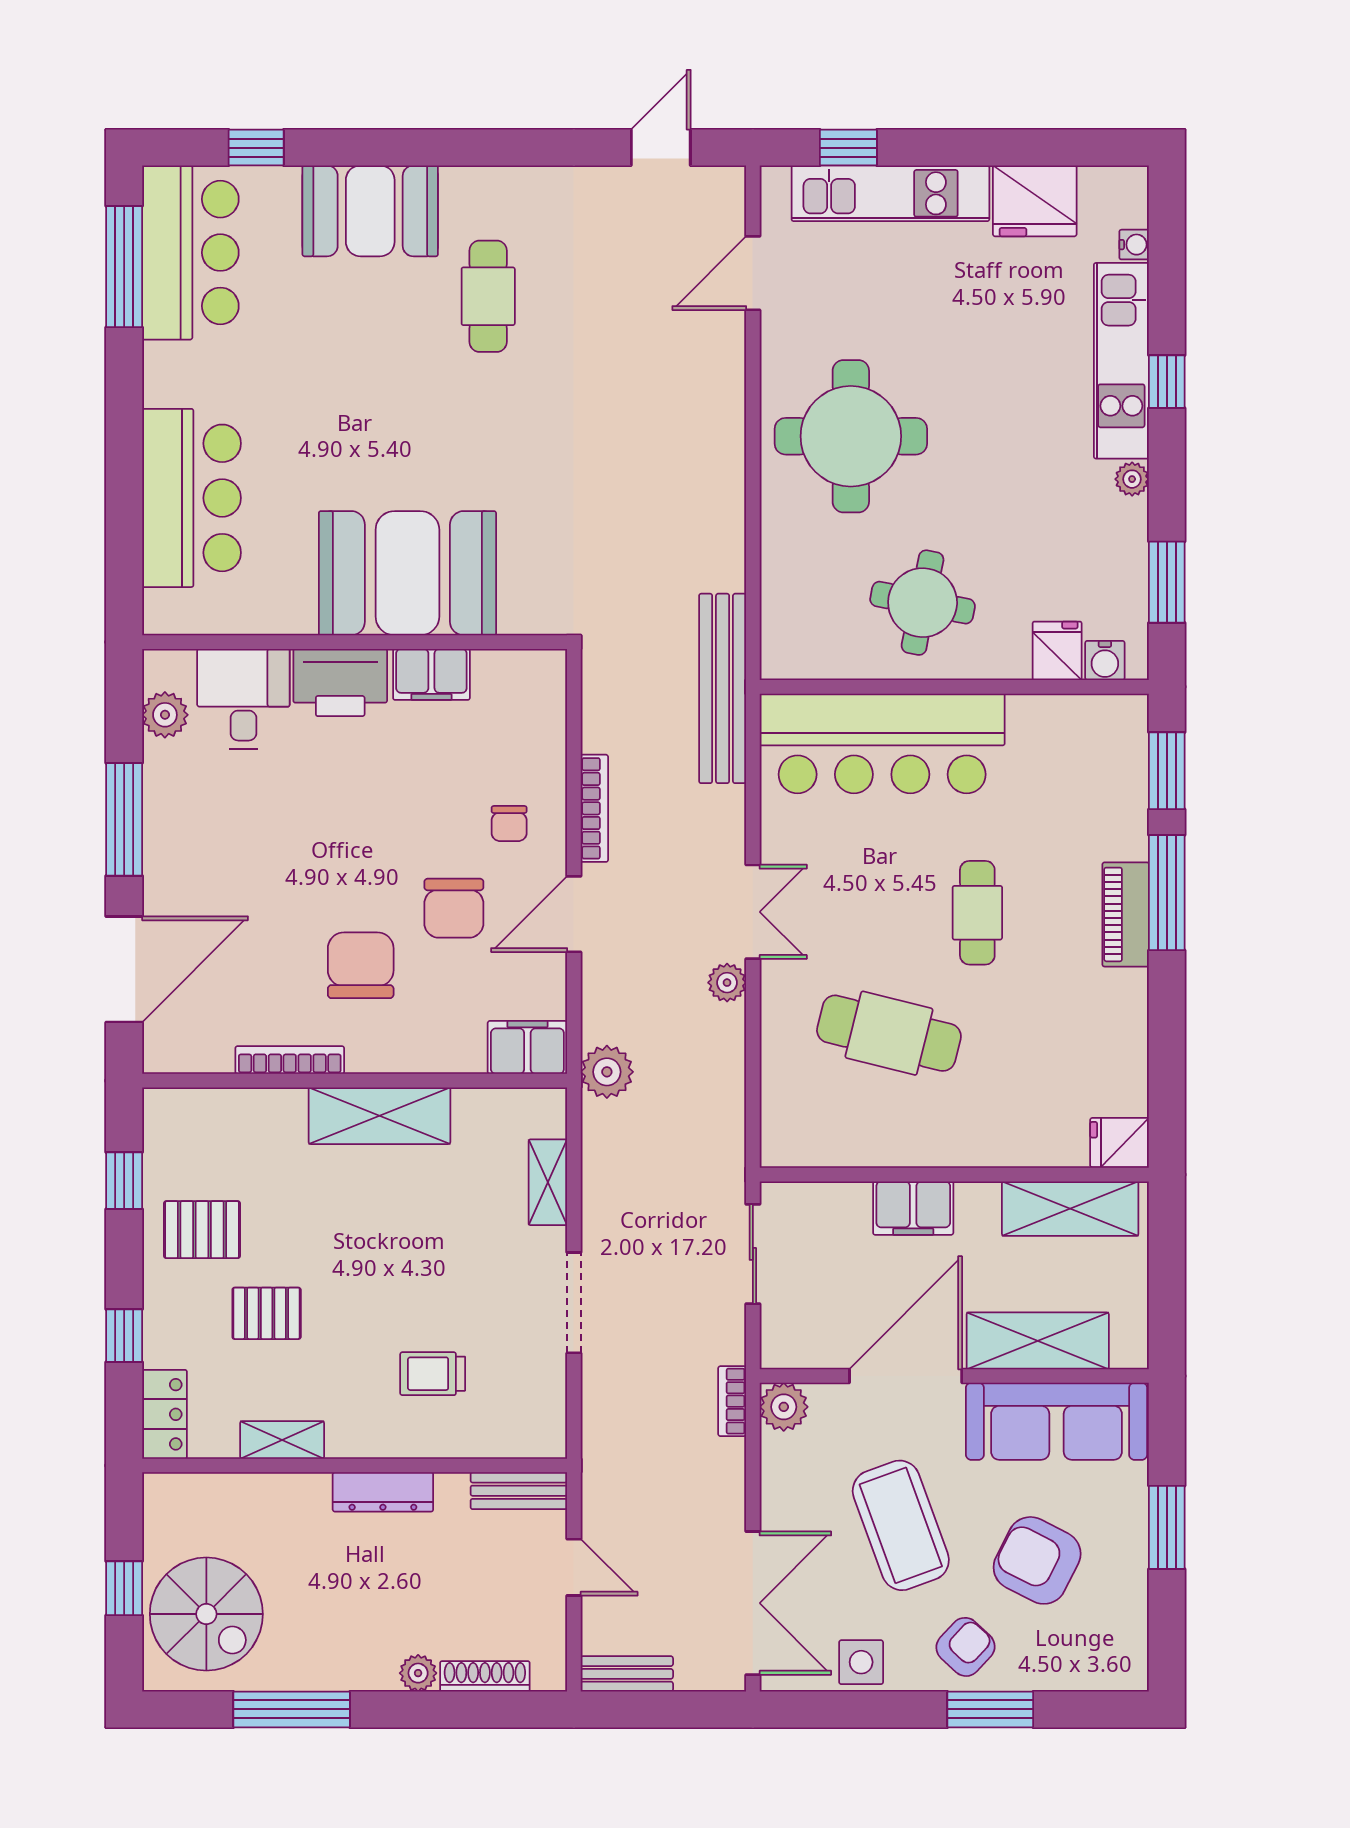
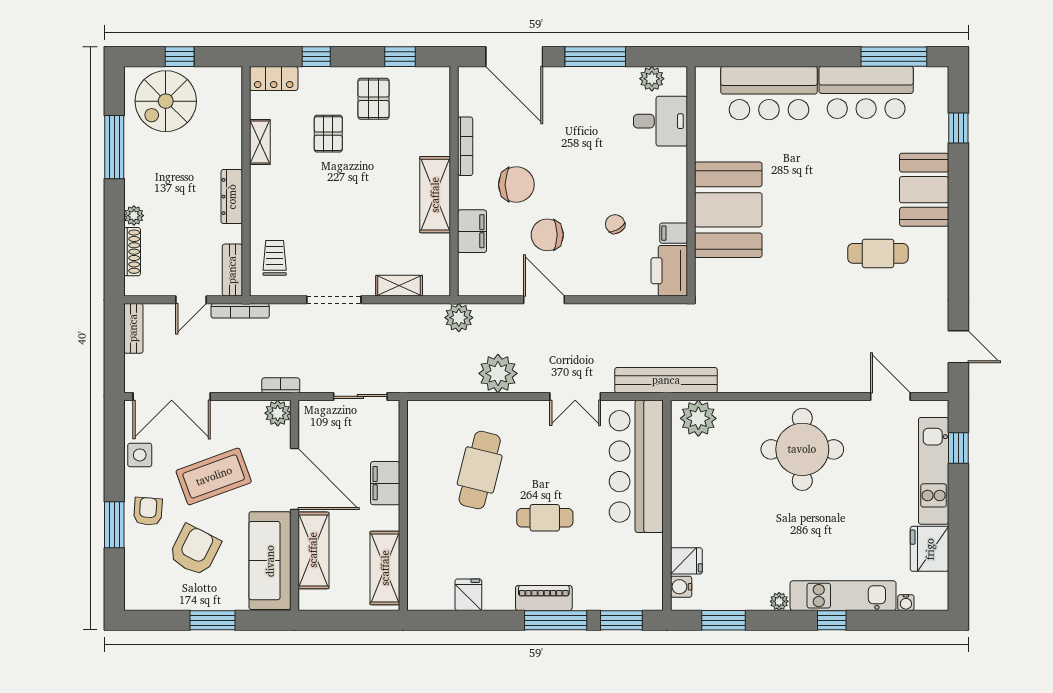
bar counter: (190, 253) -> (866, 92), moved
round table: (923, 603) -> (712, 488), removed
plant: (793, 629) -> (698, 418), added
filing cabinet: (431, 674) -> (674, 233), width x0.50
printer: (340, 682) -> (669, 271), moved
bookcase: (594, 808) -> (240, 311), moved
chair: (509, 824) -> (615, 224), moved, turned 59
double door: (753, 912) -> (575, 396), moved
plant: (727, 983) -> (498, 373), width x1.88, depth x1.88
filing cabinet: (527, 1047) -> (472, 231), moved
fridge: (1120, 1143) -> (468, 595), moved
trolley: (433, 1374) -> (275, 258), moved
armchair: (965, 1647) -> (148, 511), turned -129

